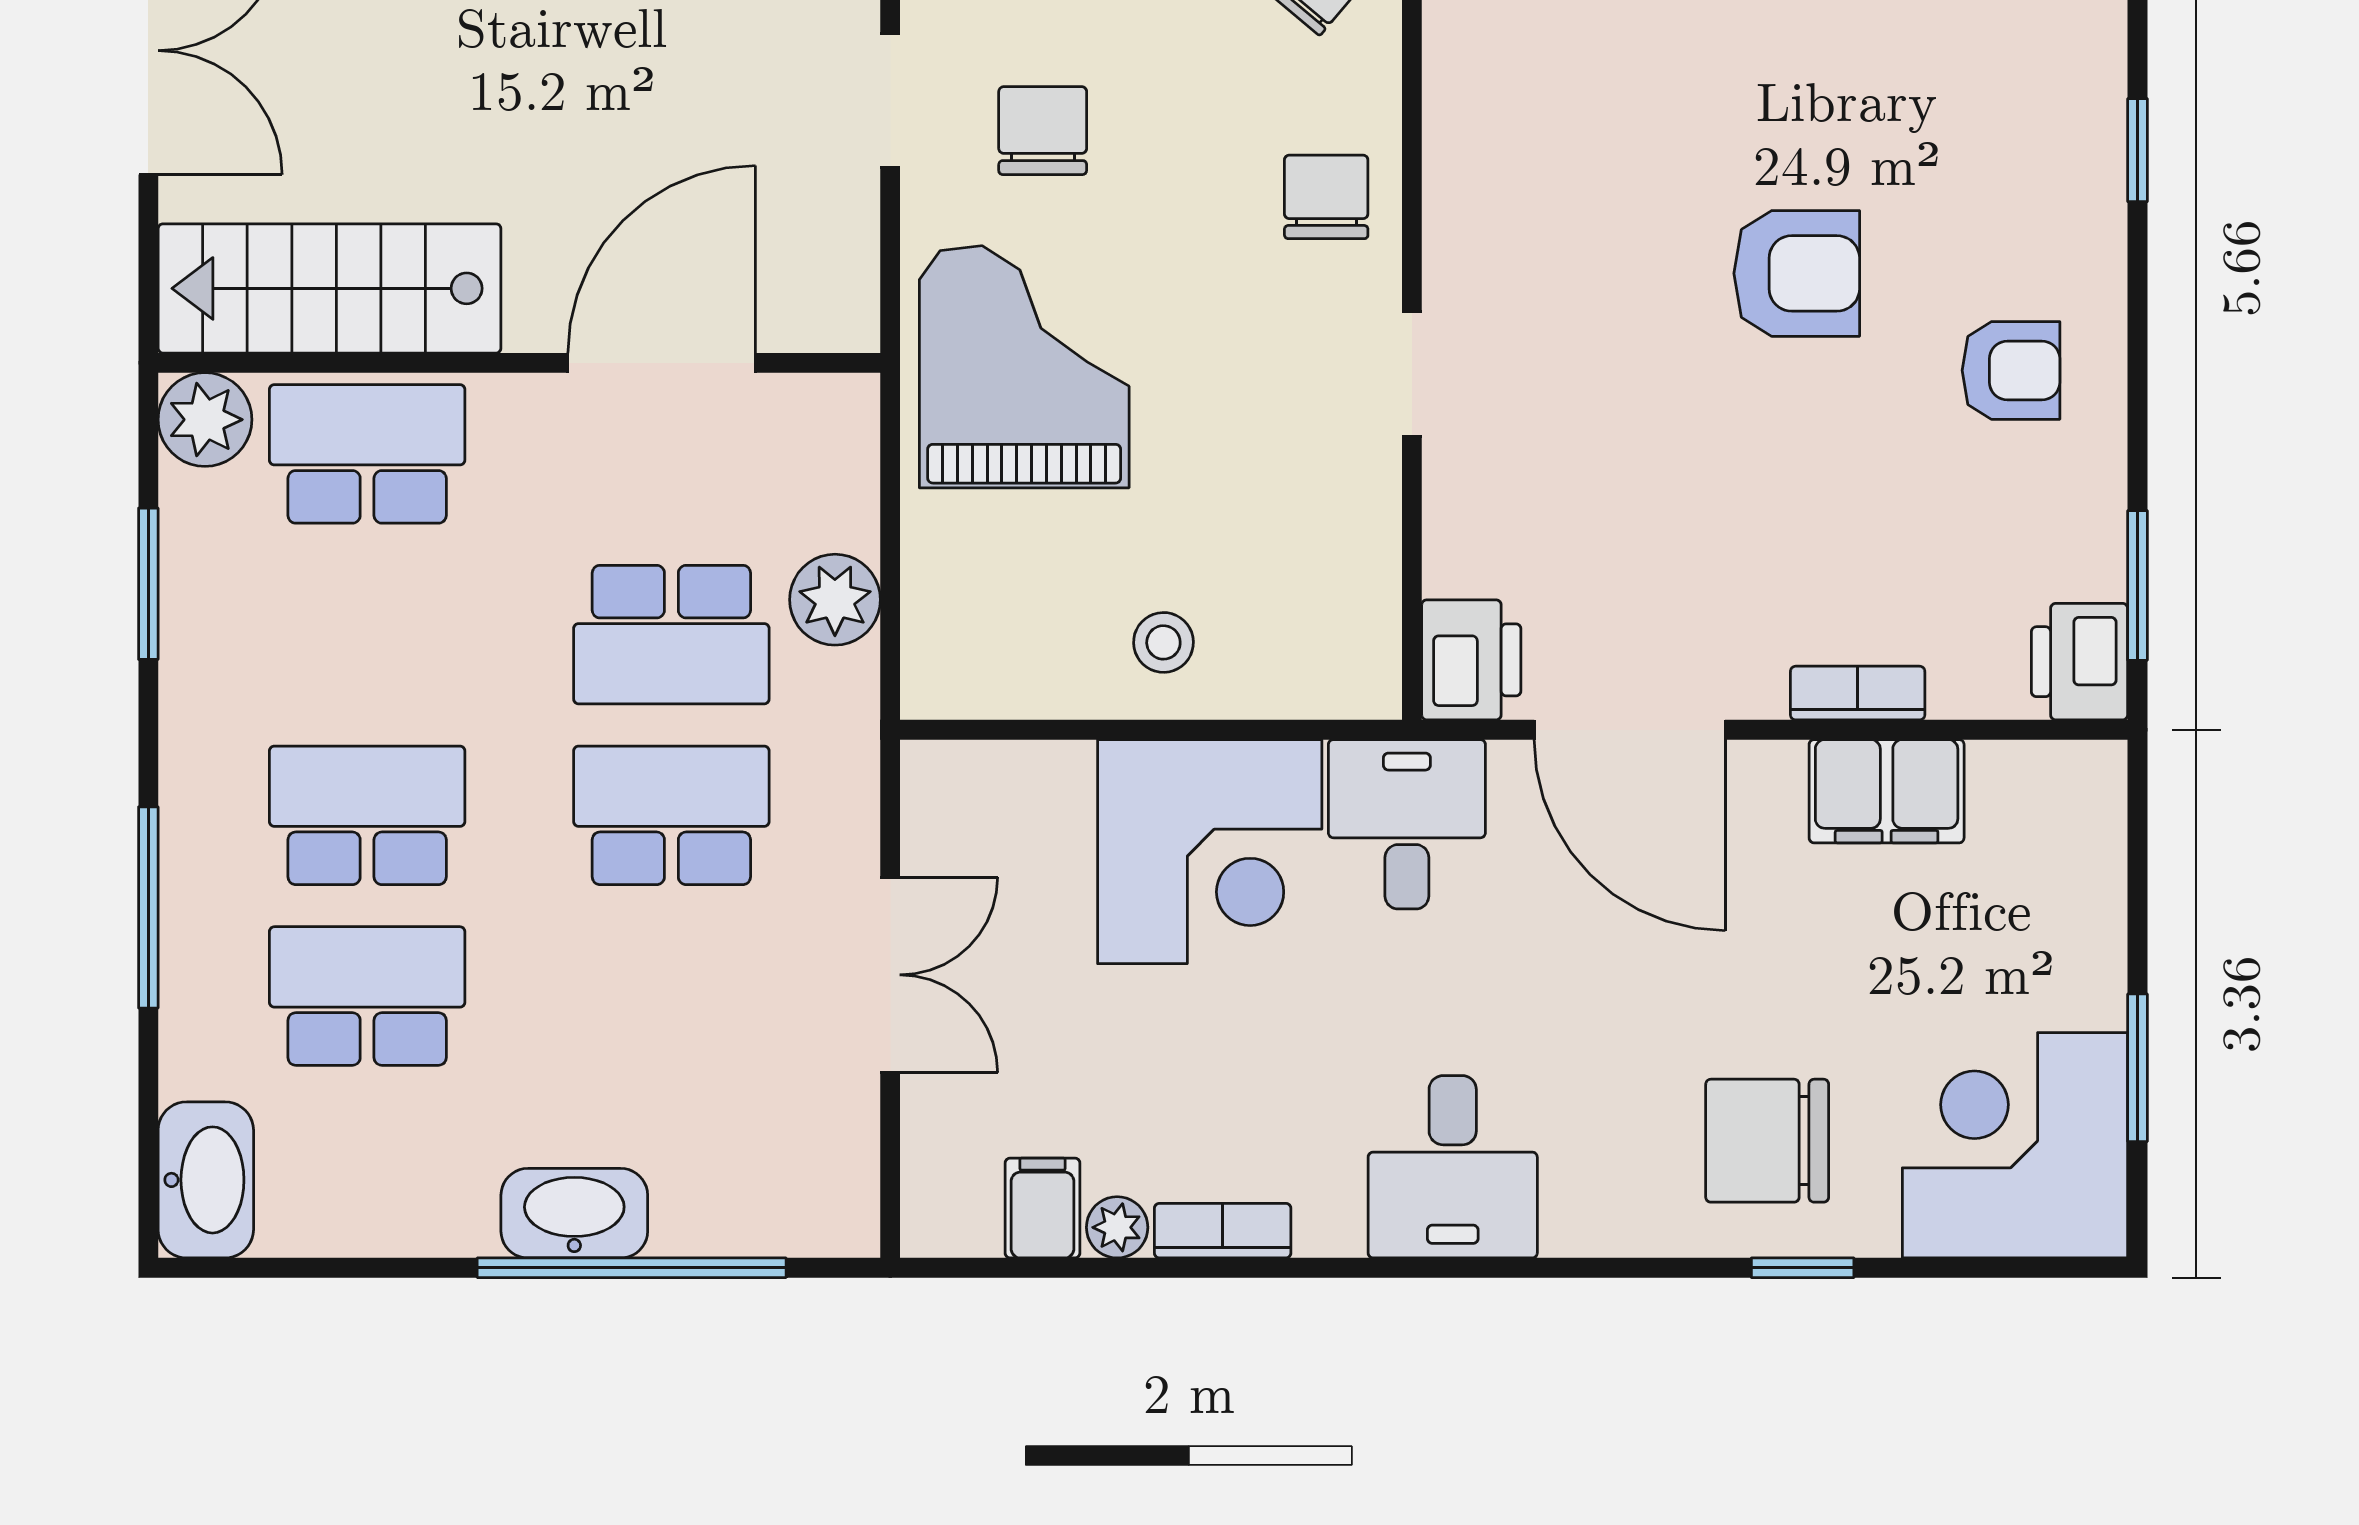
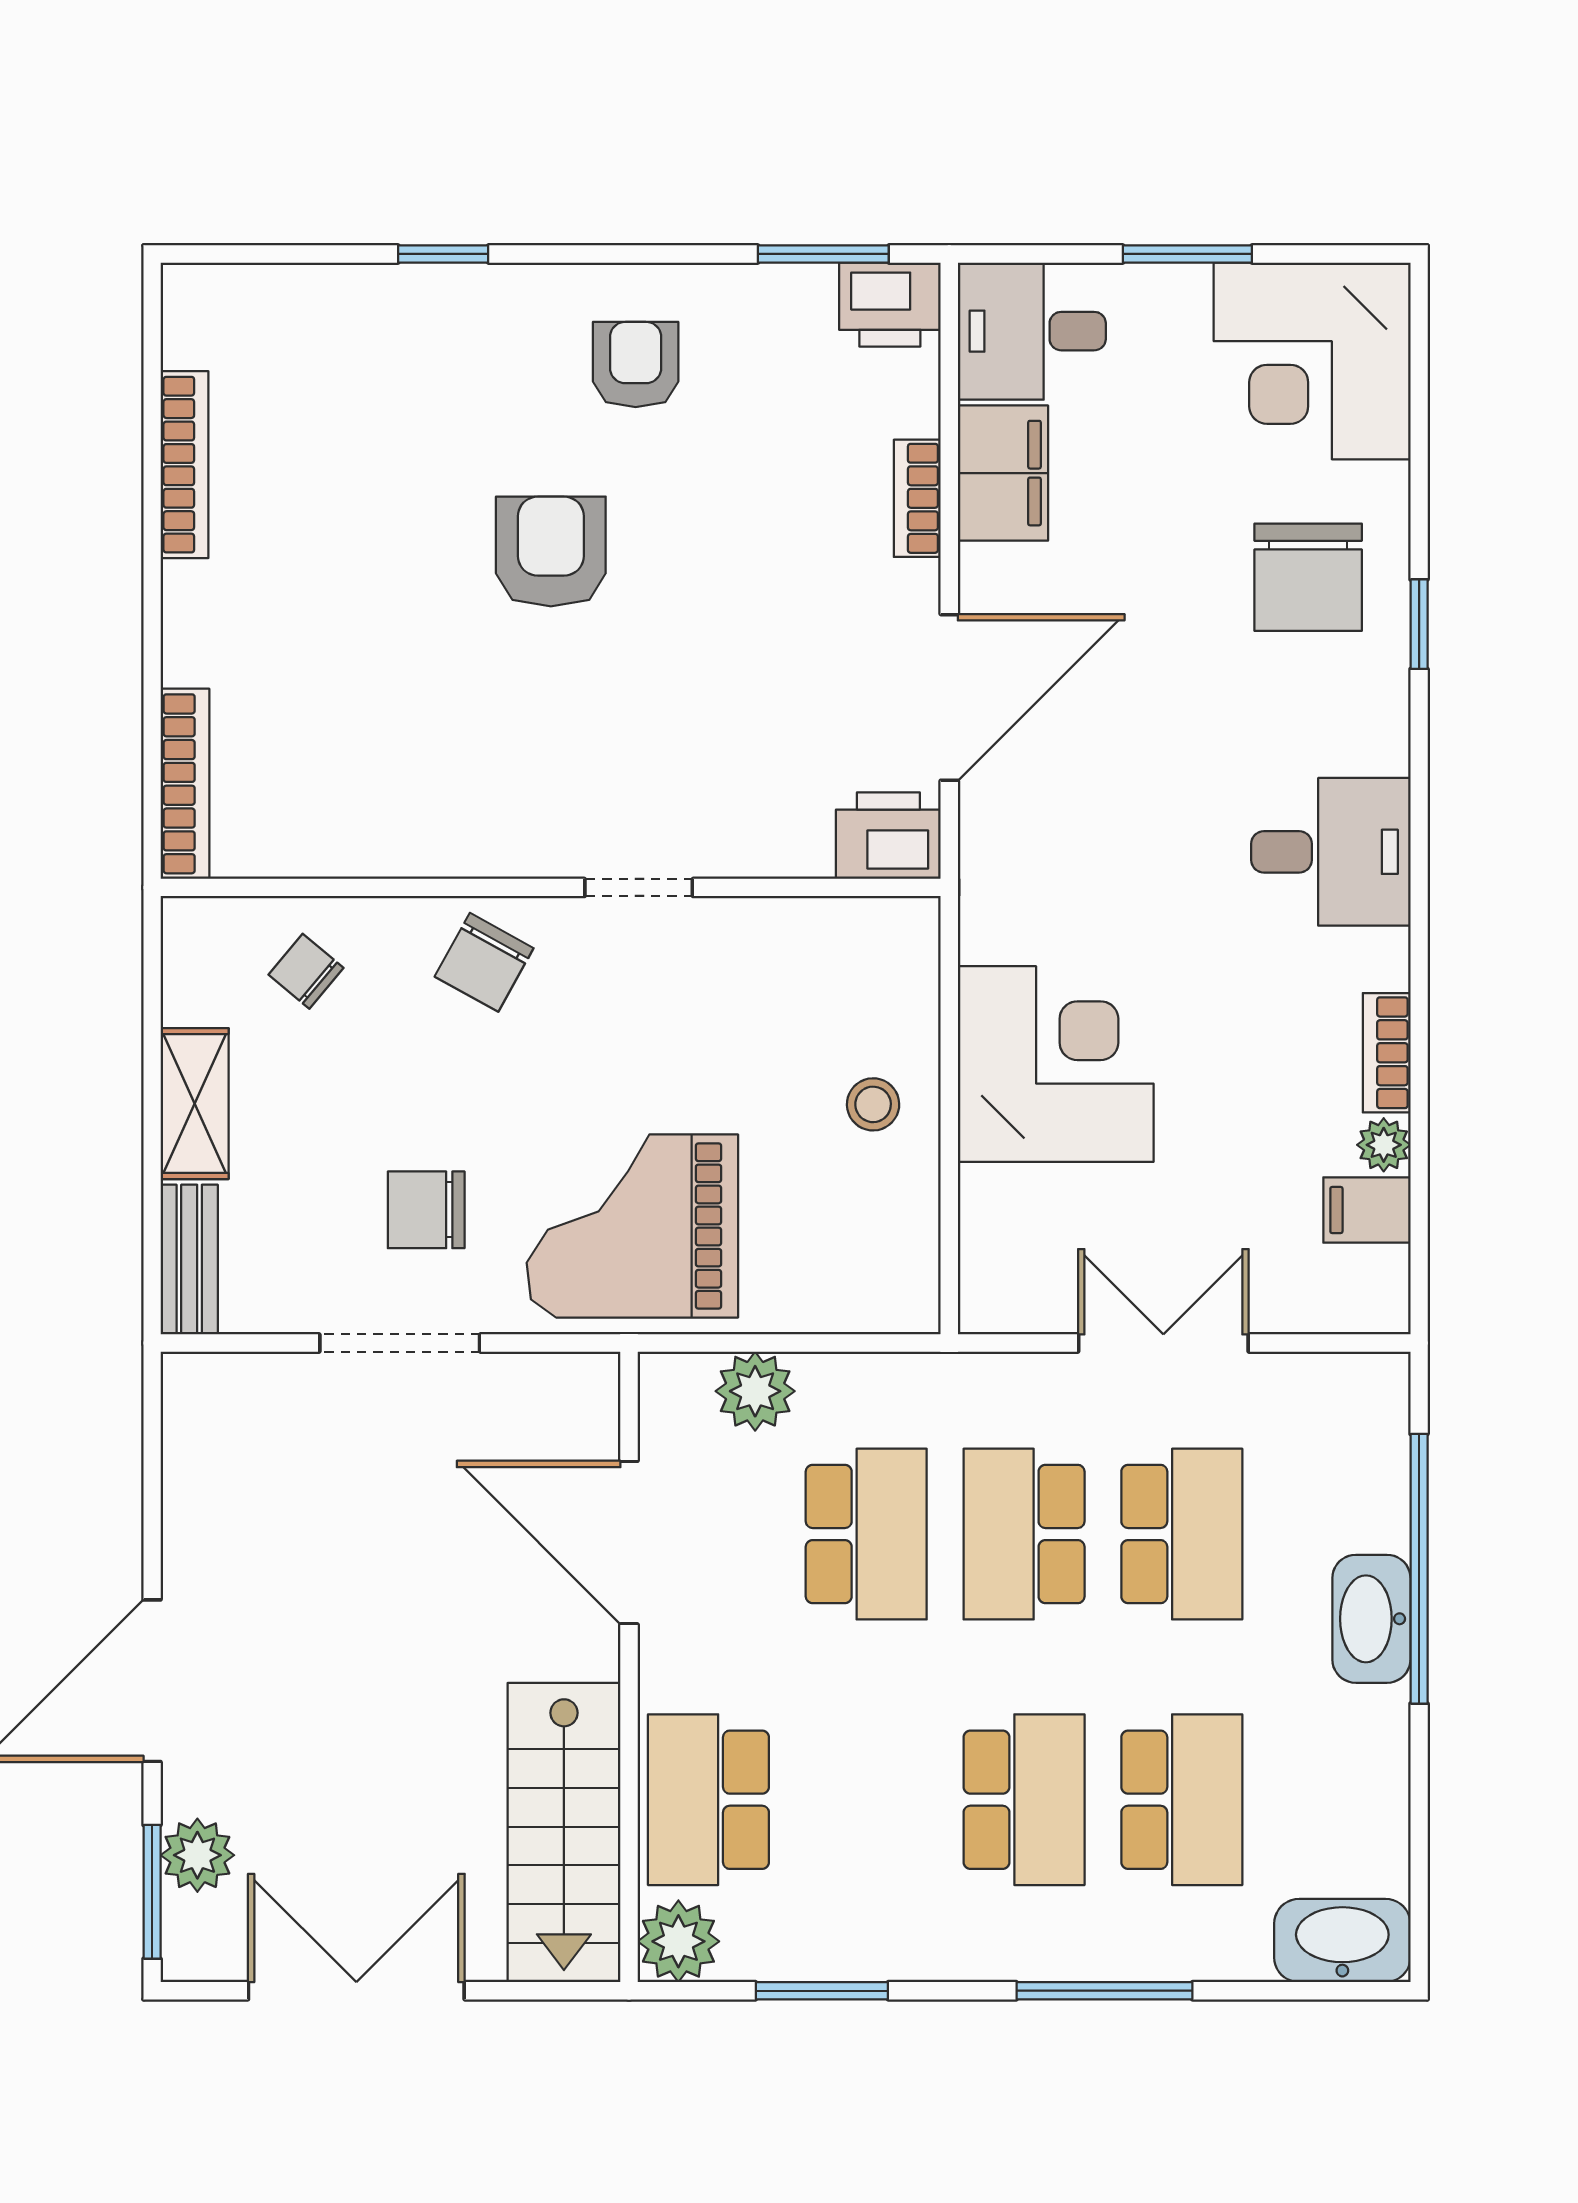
doorway: (890, 100) -> (400, 1343), width x1.38
chair: (1326, 197) -> (484, 962), turned -61
plant: (835, 600) -> (755, 1391), moved
school desk: (367, 815) -> (1024, 1800), turned 180
desk: (1407, 824) -> (1032, 331), moved
school desk: (367, 996) -> (1182, 1800), turned 180
school desk: (671, 996) -> (1182, 1534), added
window: (2137, 1068) -> (1187, 254), moved
window: (1803, 1268) -> (1419, 624), moved

